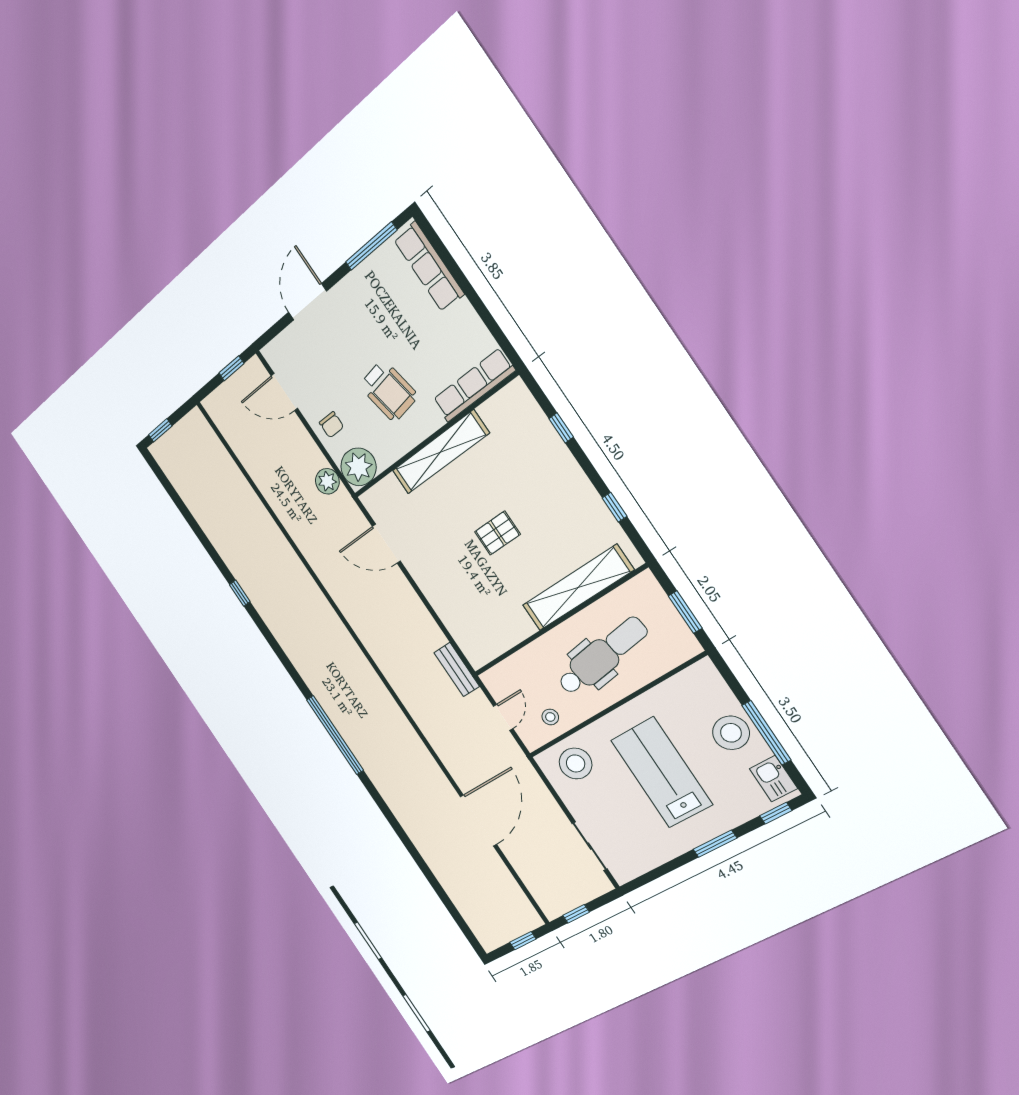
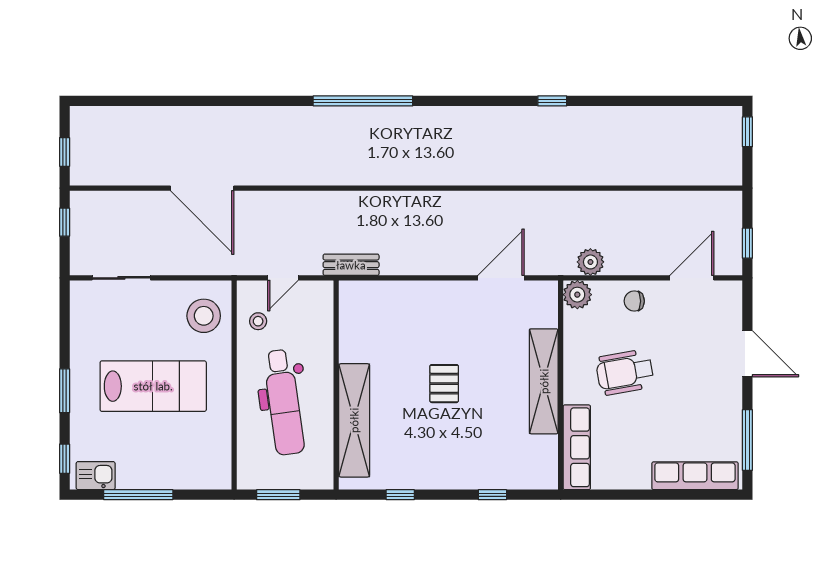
plant: (358, 467) -> (577, 295), width x0.73, depth x0.73
door: (503, 717) -> (283, 278), hinge flipped
stool: (731, 733) -> (155, 466), removed

